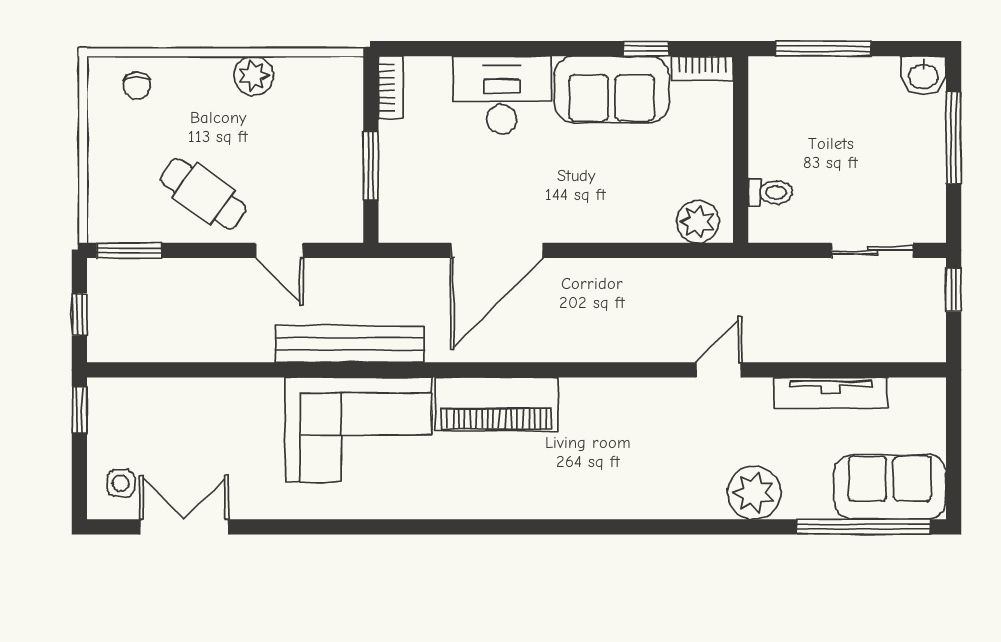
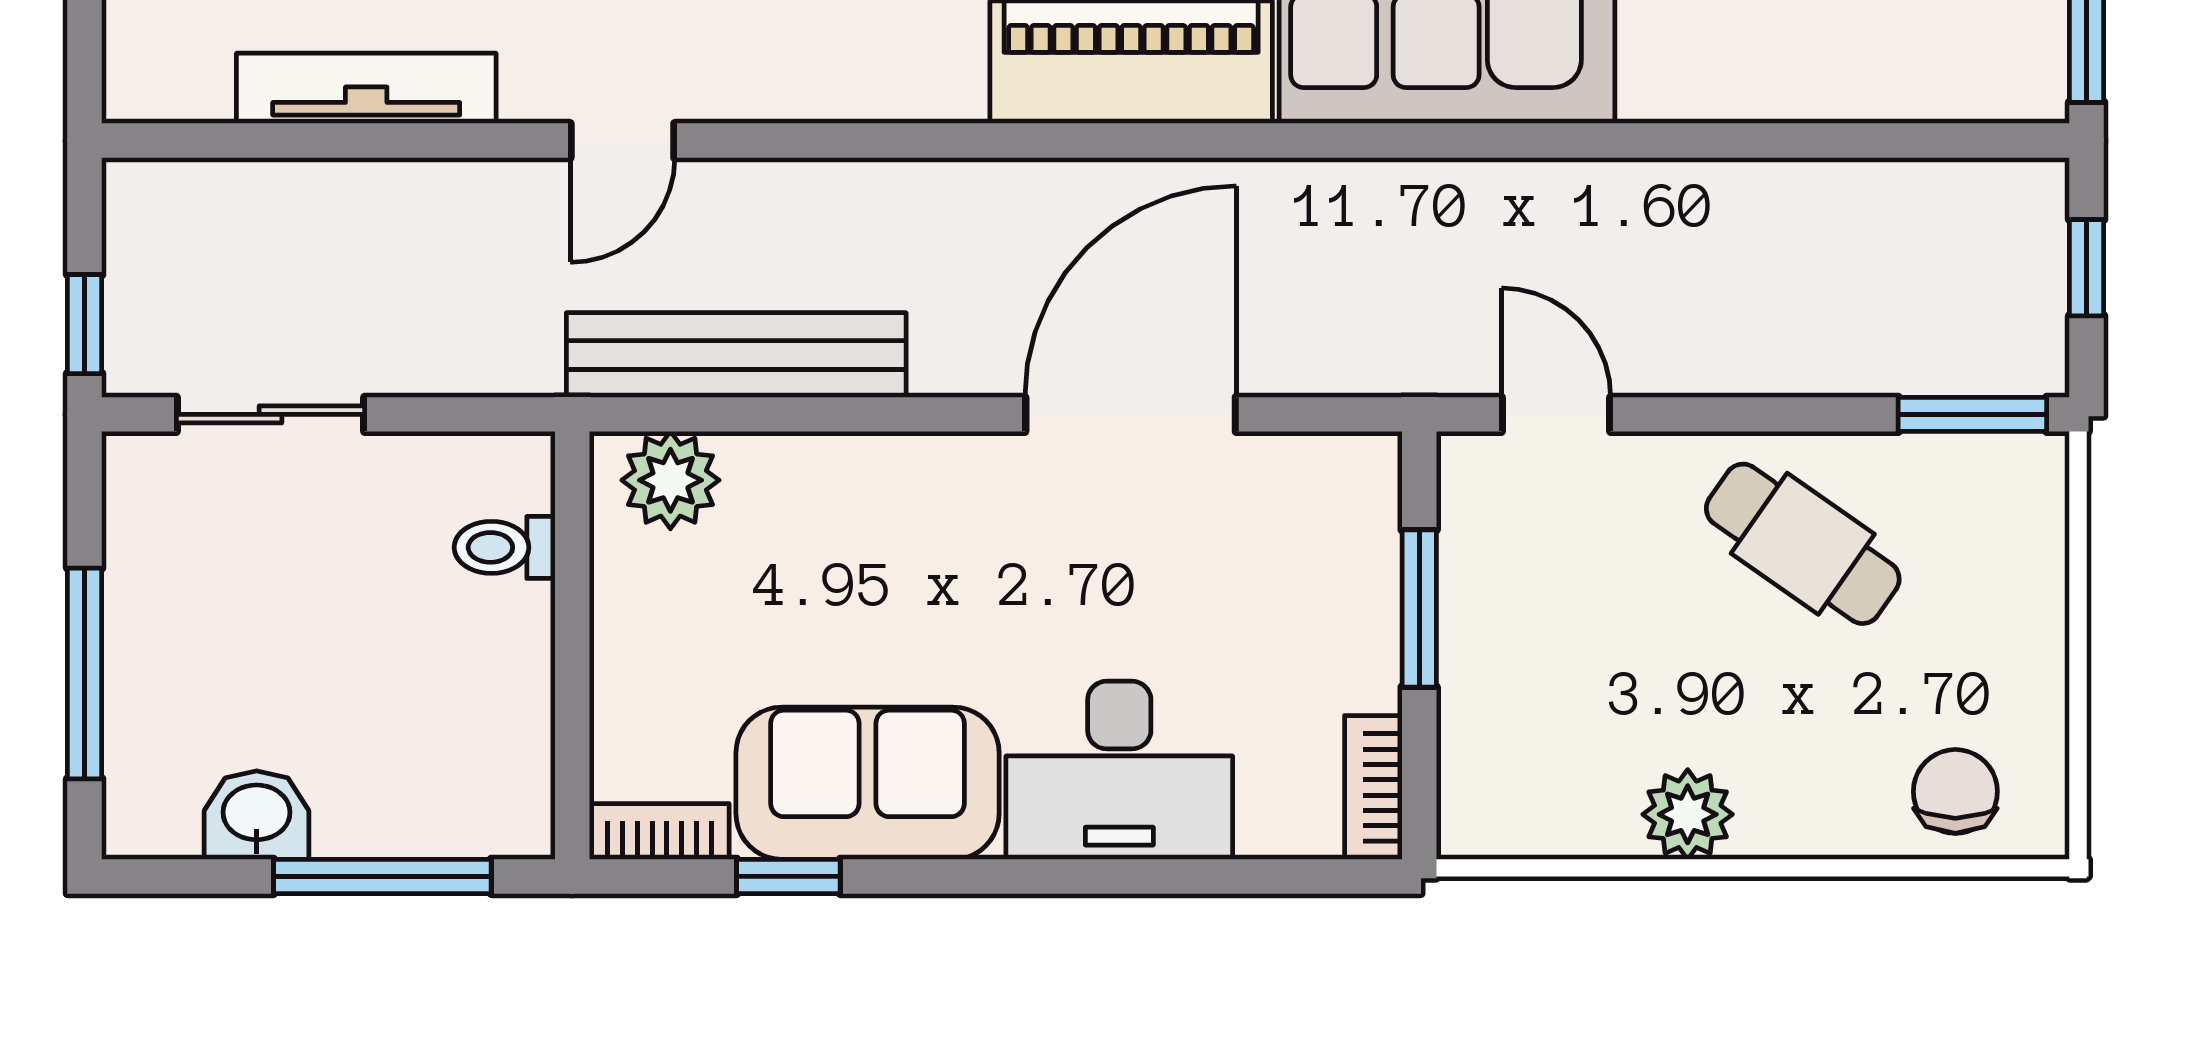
washbasin: (923, 75) -> (257, 815), moved
chair: (137, 86) -> (1955, 791), width x1.37, depth x1.37
door: (279, 250) -> (1556, 414), moved
bench: (350, 344) -> (736, 355), moved

